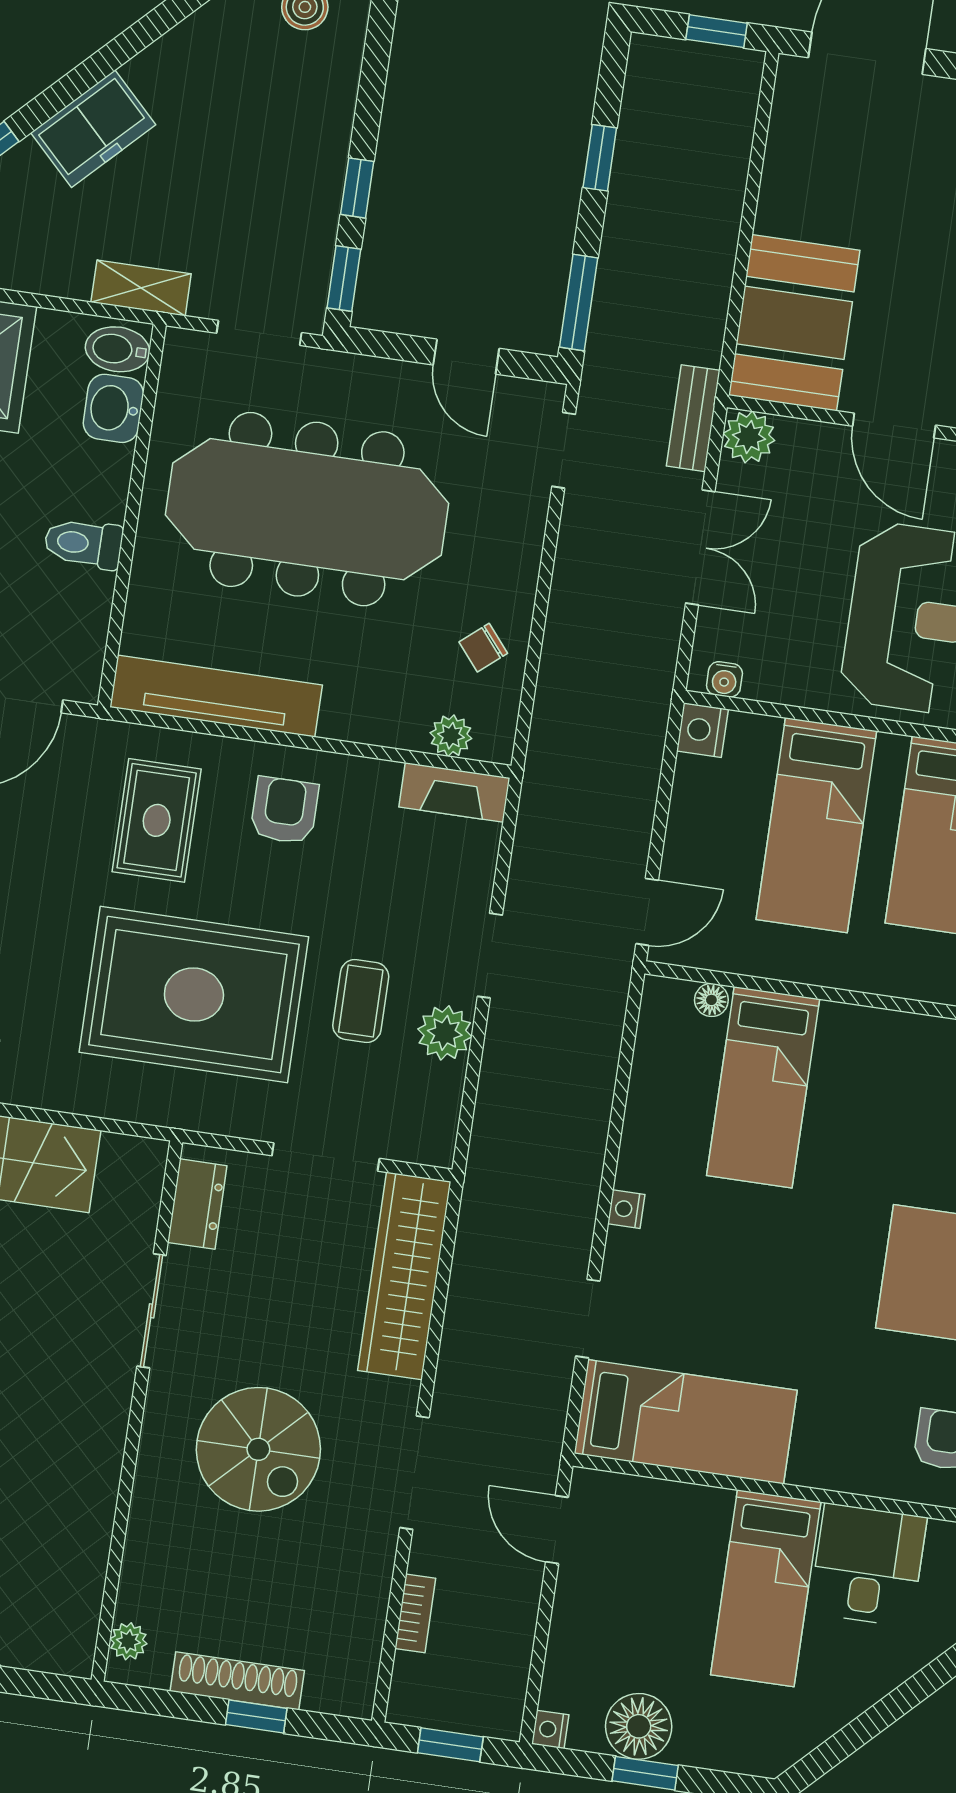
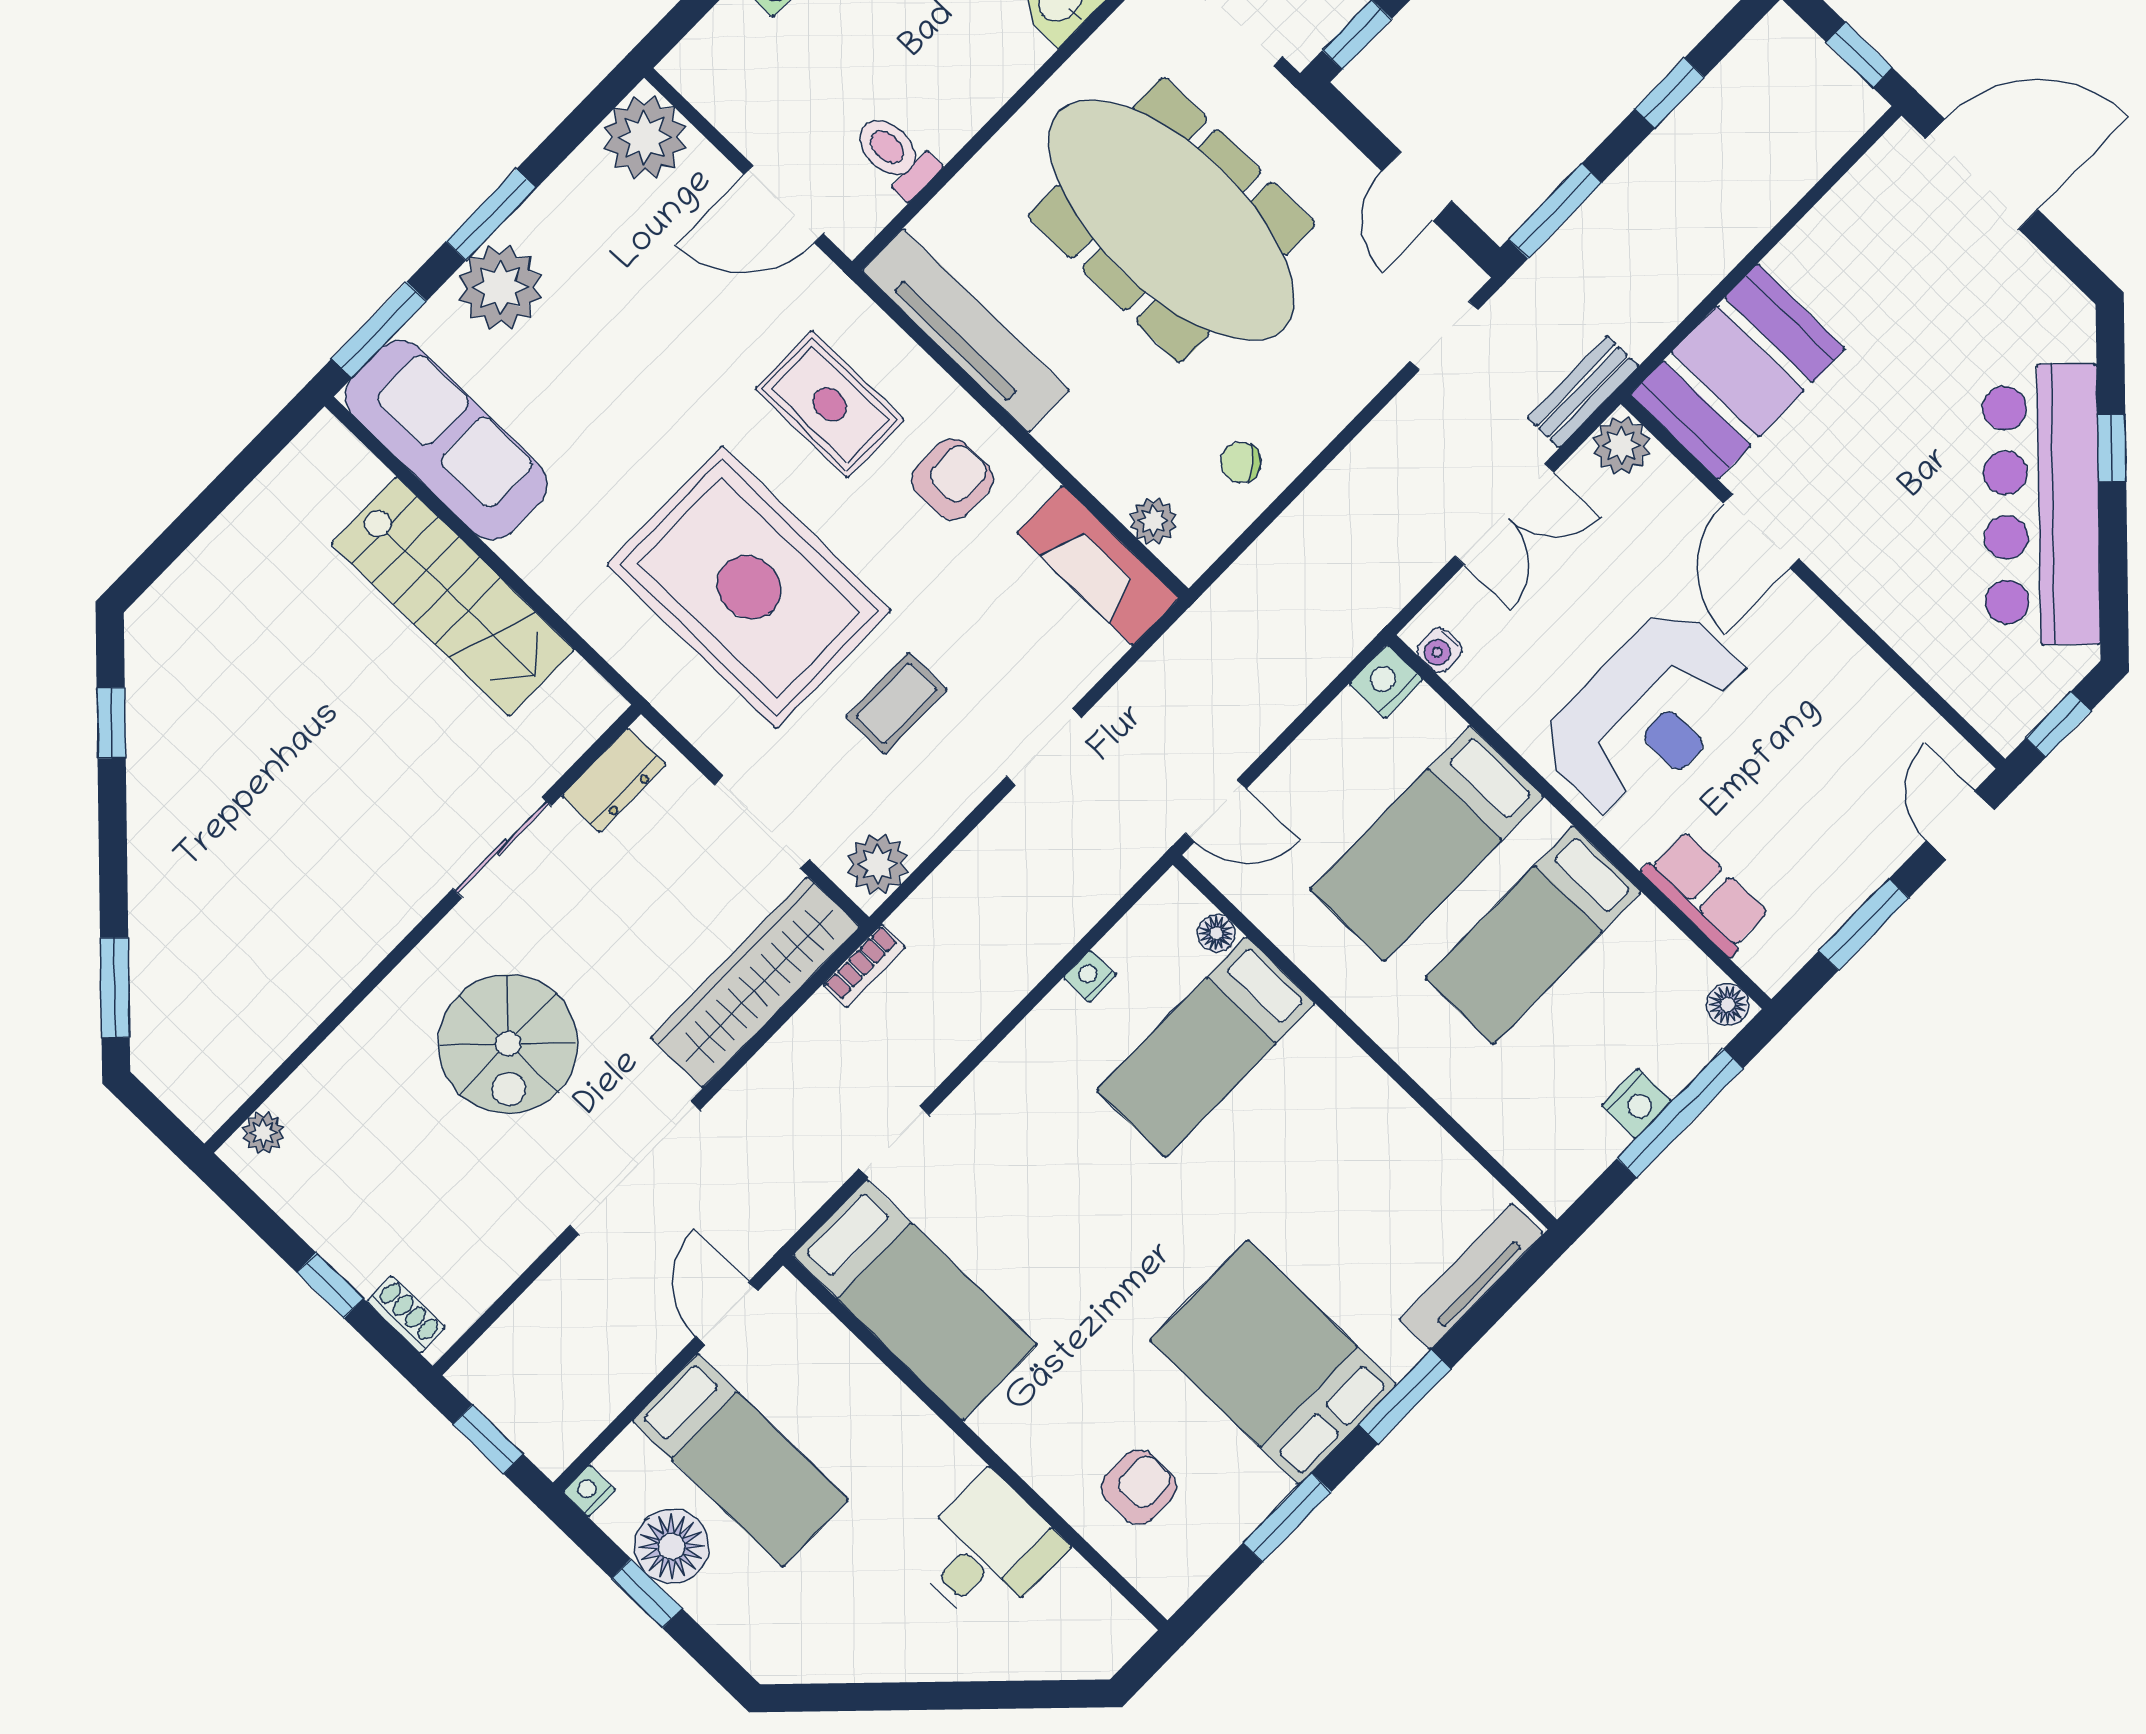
toilet: (83, 544) -> (896, 155), moved
fireplace: (454, 792) -> (1098, 566), width x1.37, depth x1.32
rug: (157, 820) -> (830, 404), turned 90
plant: (445, 1033) -> (878, 864), moved
nightstand: (626, 1209) -> (1090, 976), moved
doorway: (414, 1473) -> (635, 1168), width x1.36
bed: (766, 1588) -> (740, 1460), moved, turned -90
bookcase: (415, 1613) -> (864, 966), moved
shoe rack: (237, 1681) -> (406, 1315), moved, width x0.51, depth x0.81

